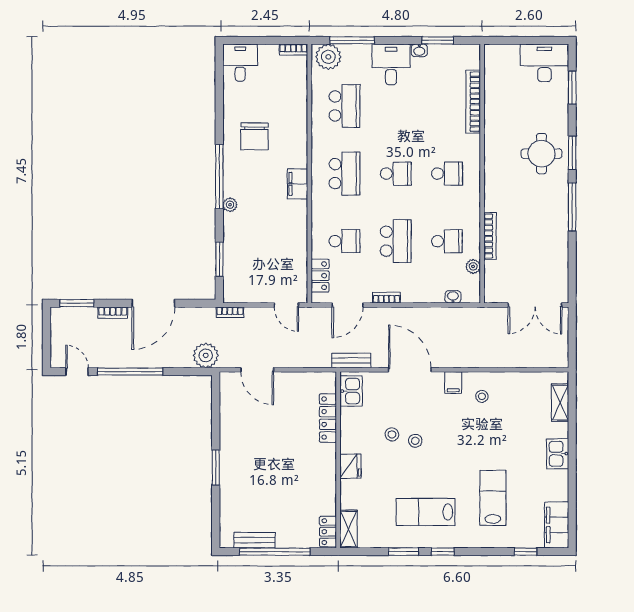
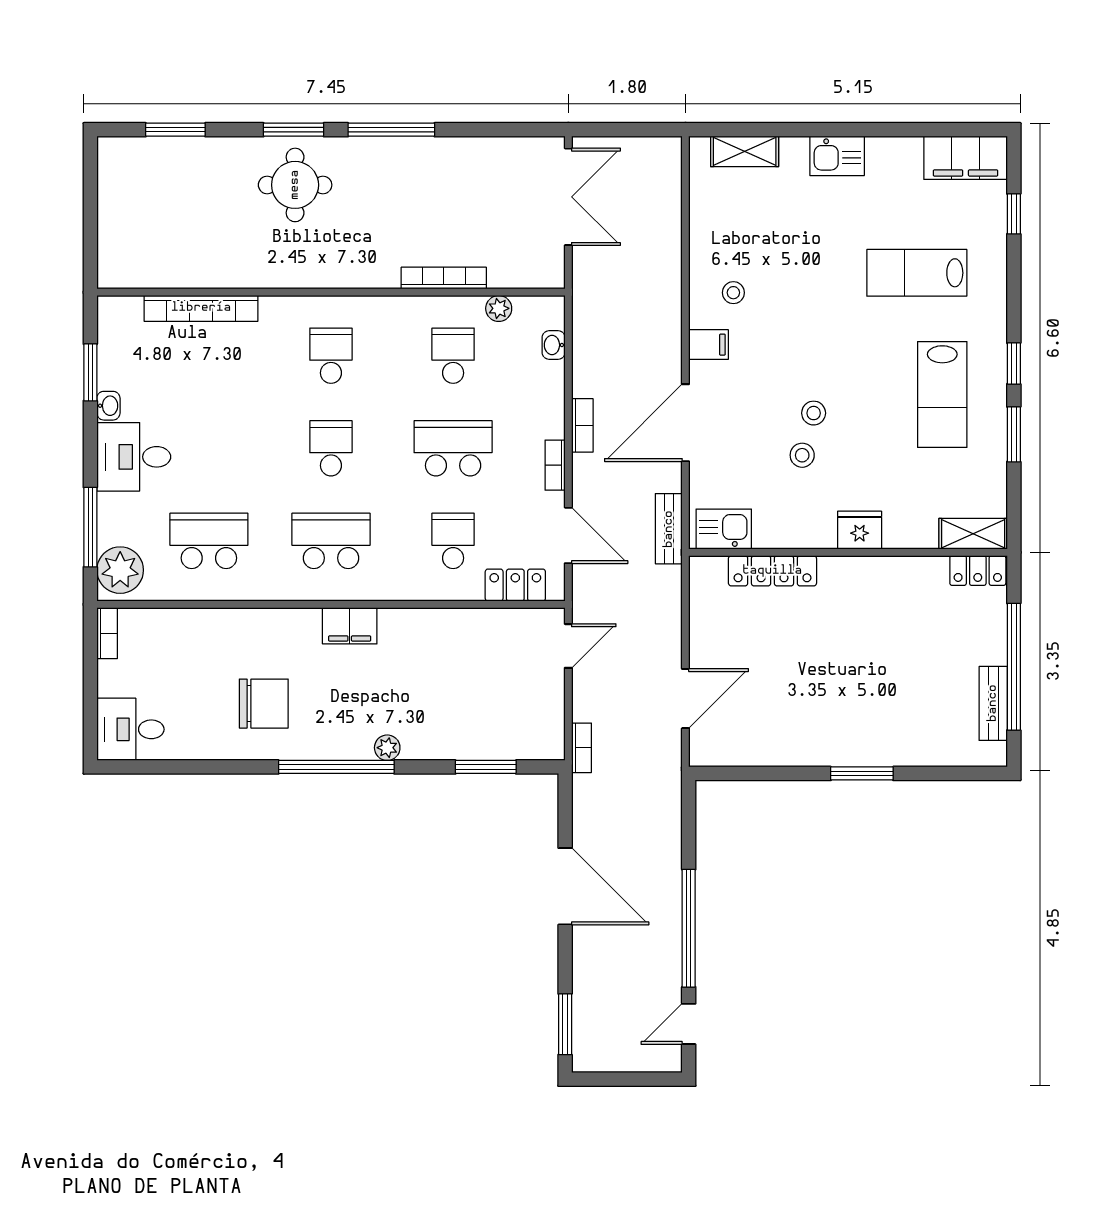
desk: (544, 63) -> (131, 180), removed
bookcase: (113, 313) -> (582, 425), moved
plant: (206, 355) -> (659, 792), removed

